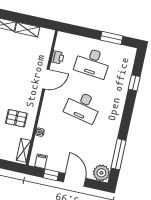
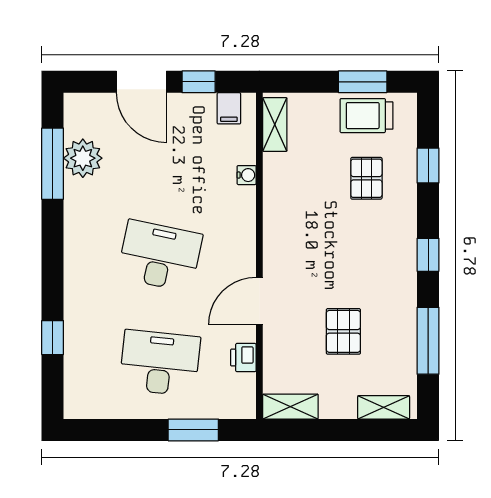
shelving: (27, 30) -> (290, 407), moved
window: (111, 38) -> (193, 430), moved
pallet: (16, 118) -> (343, 331), moved, turned 90
plant: (101, 173) -> (83, 158), moved

